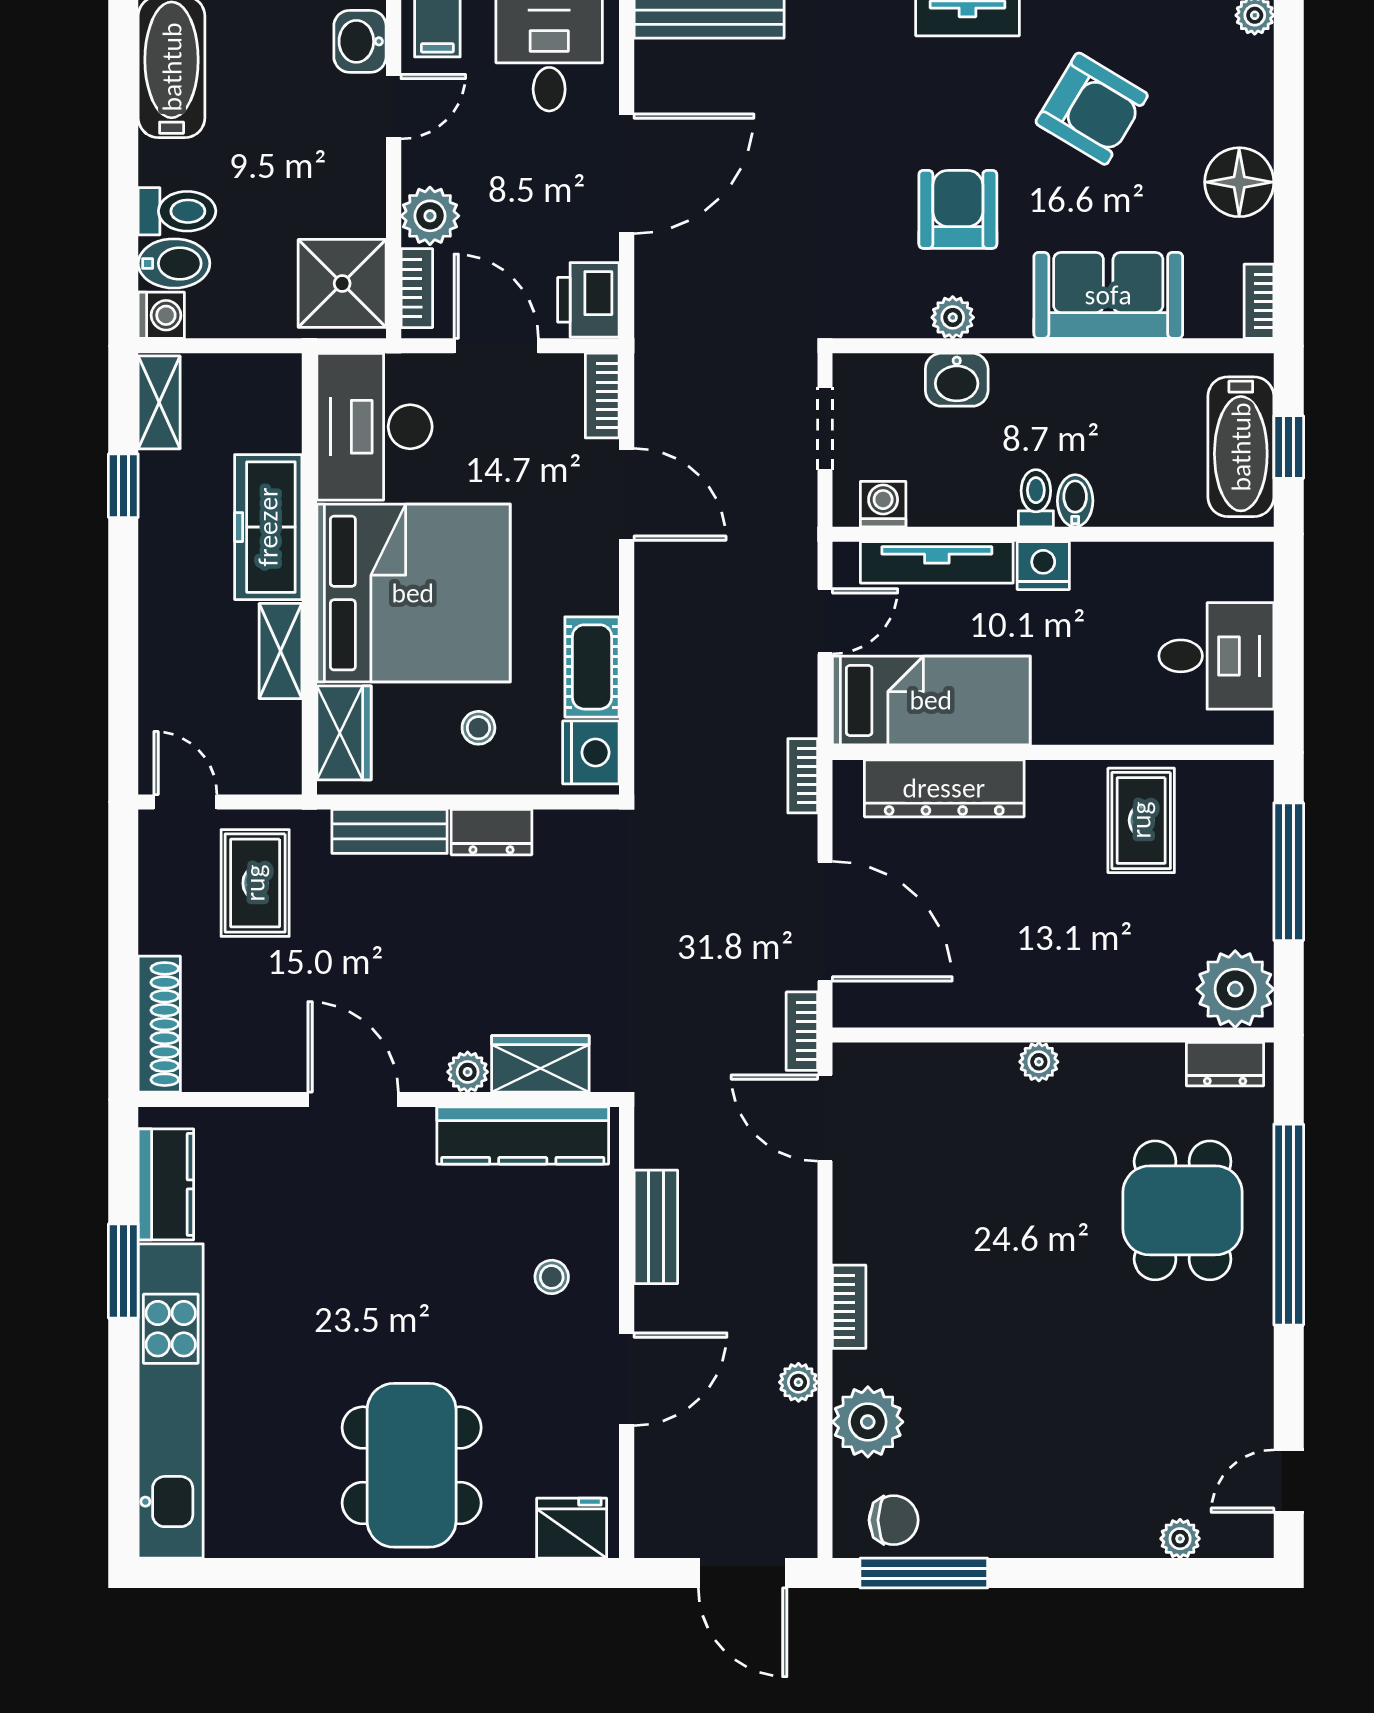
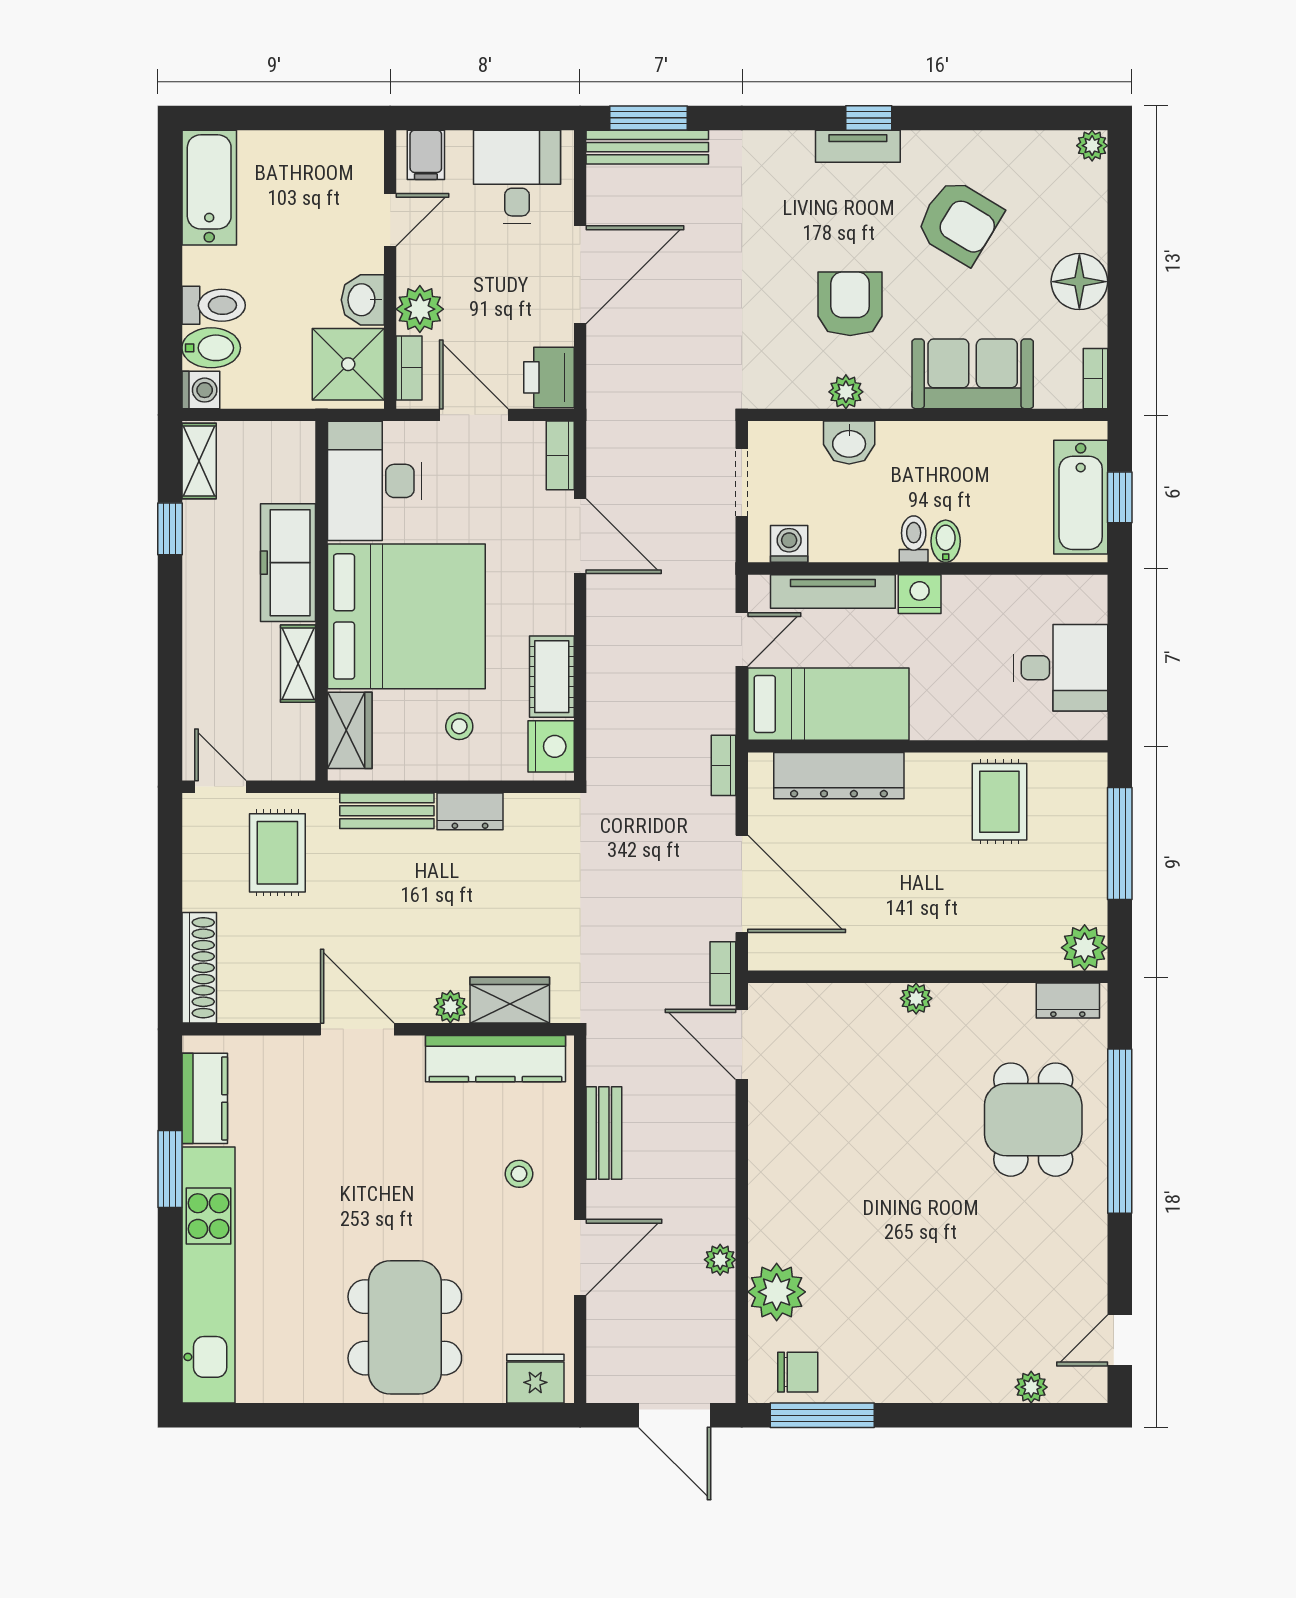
washbasin: (360, 41) -> (363, 300), moved
plant: (1235, 989) -> (1085, 948), width x0.73, depth x0.73
bookcase: (849, 1307) -> (761, 1198), removed

